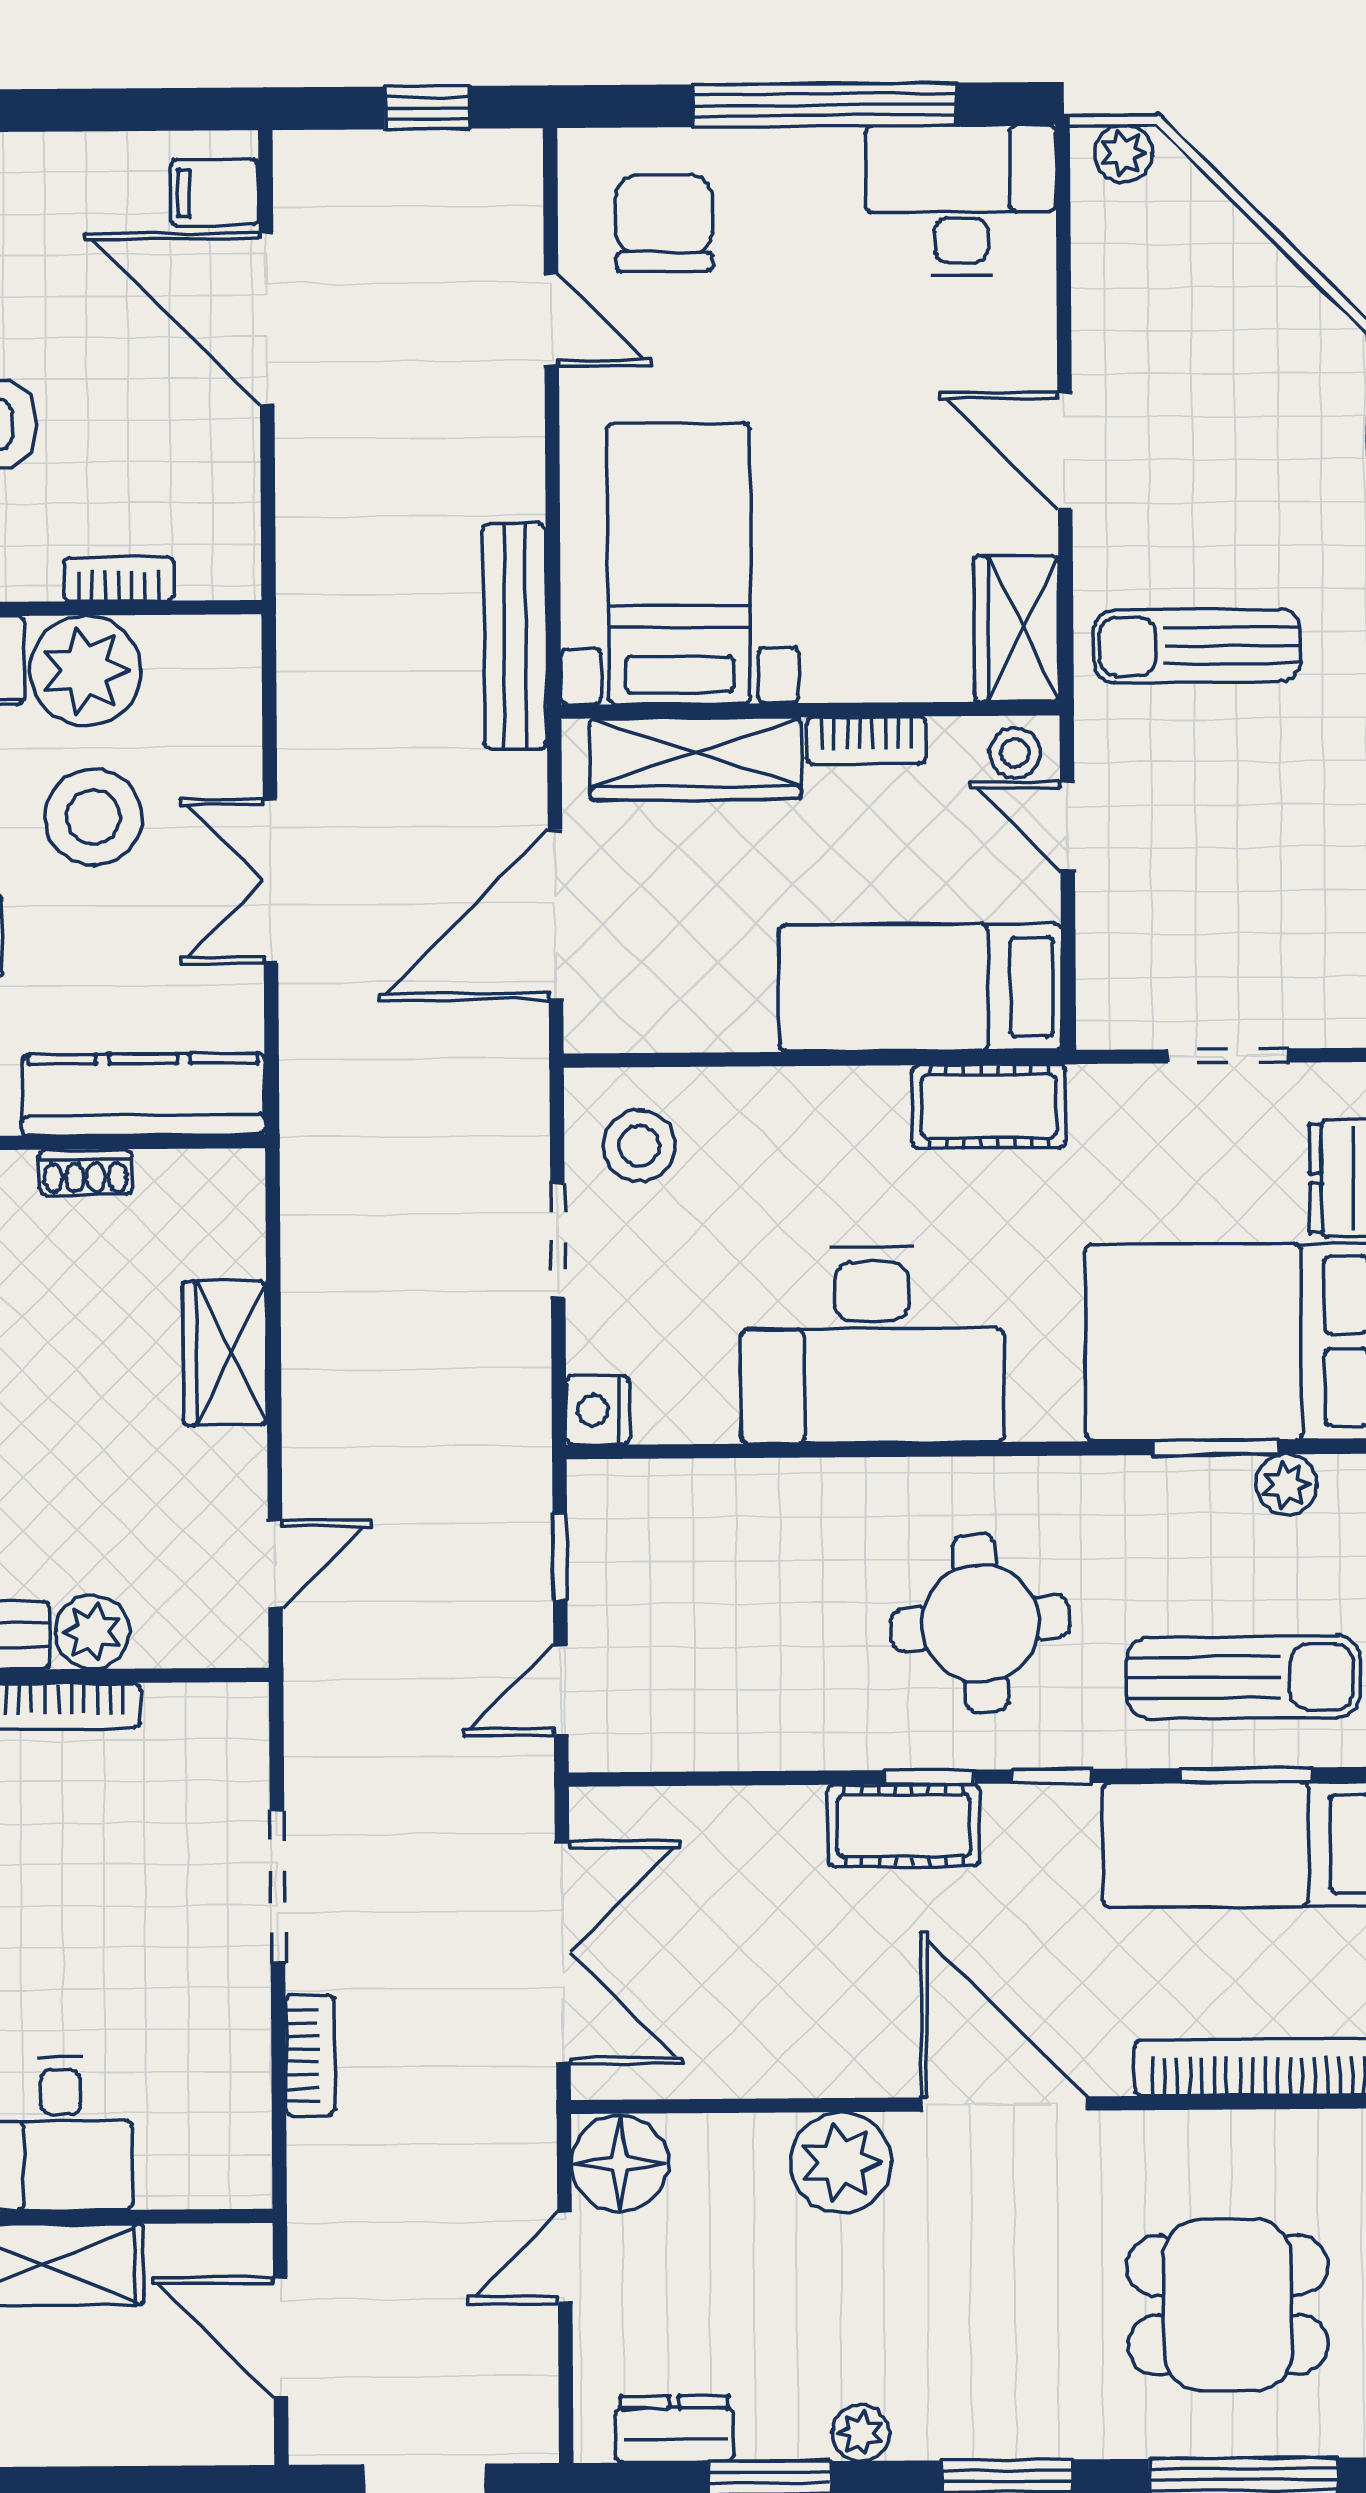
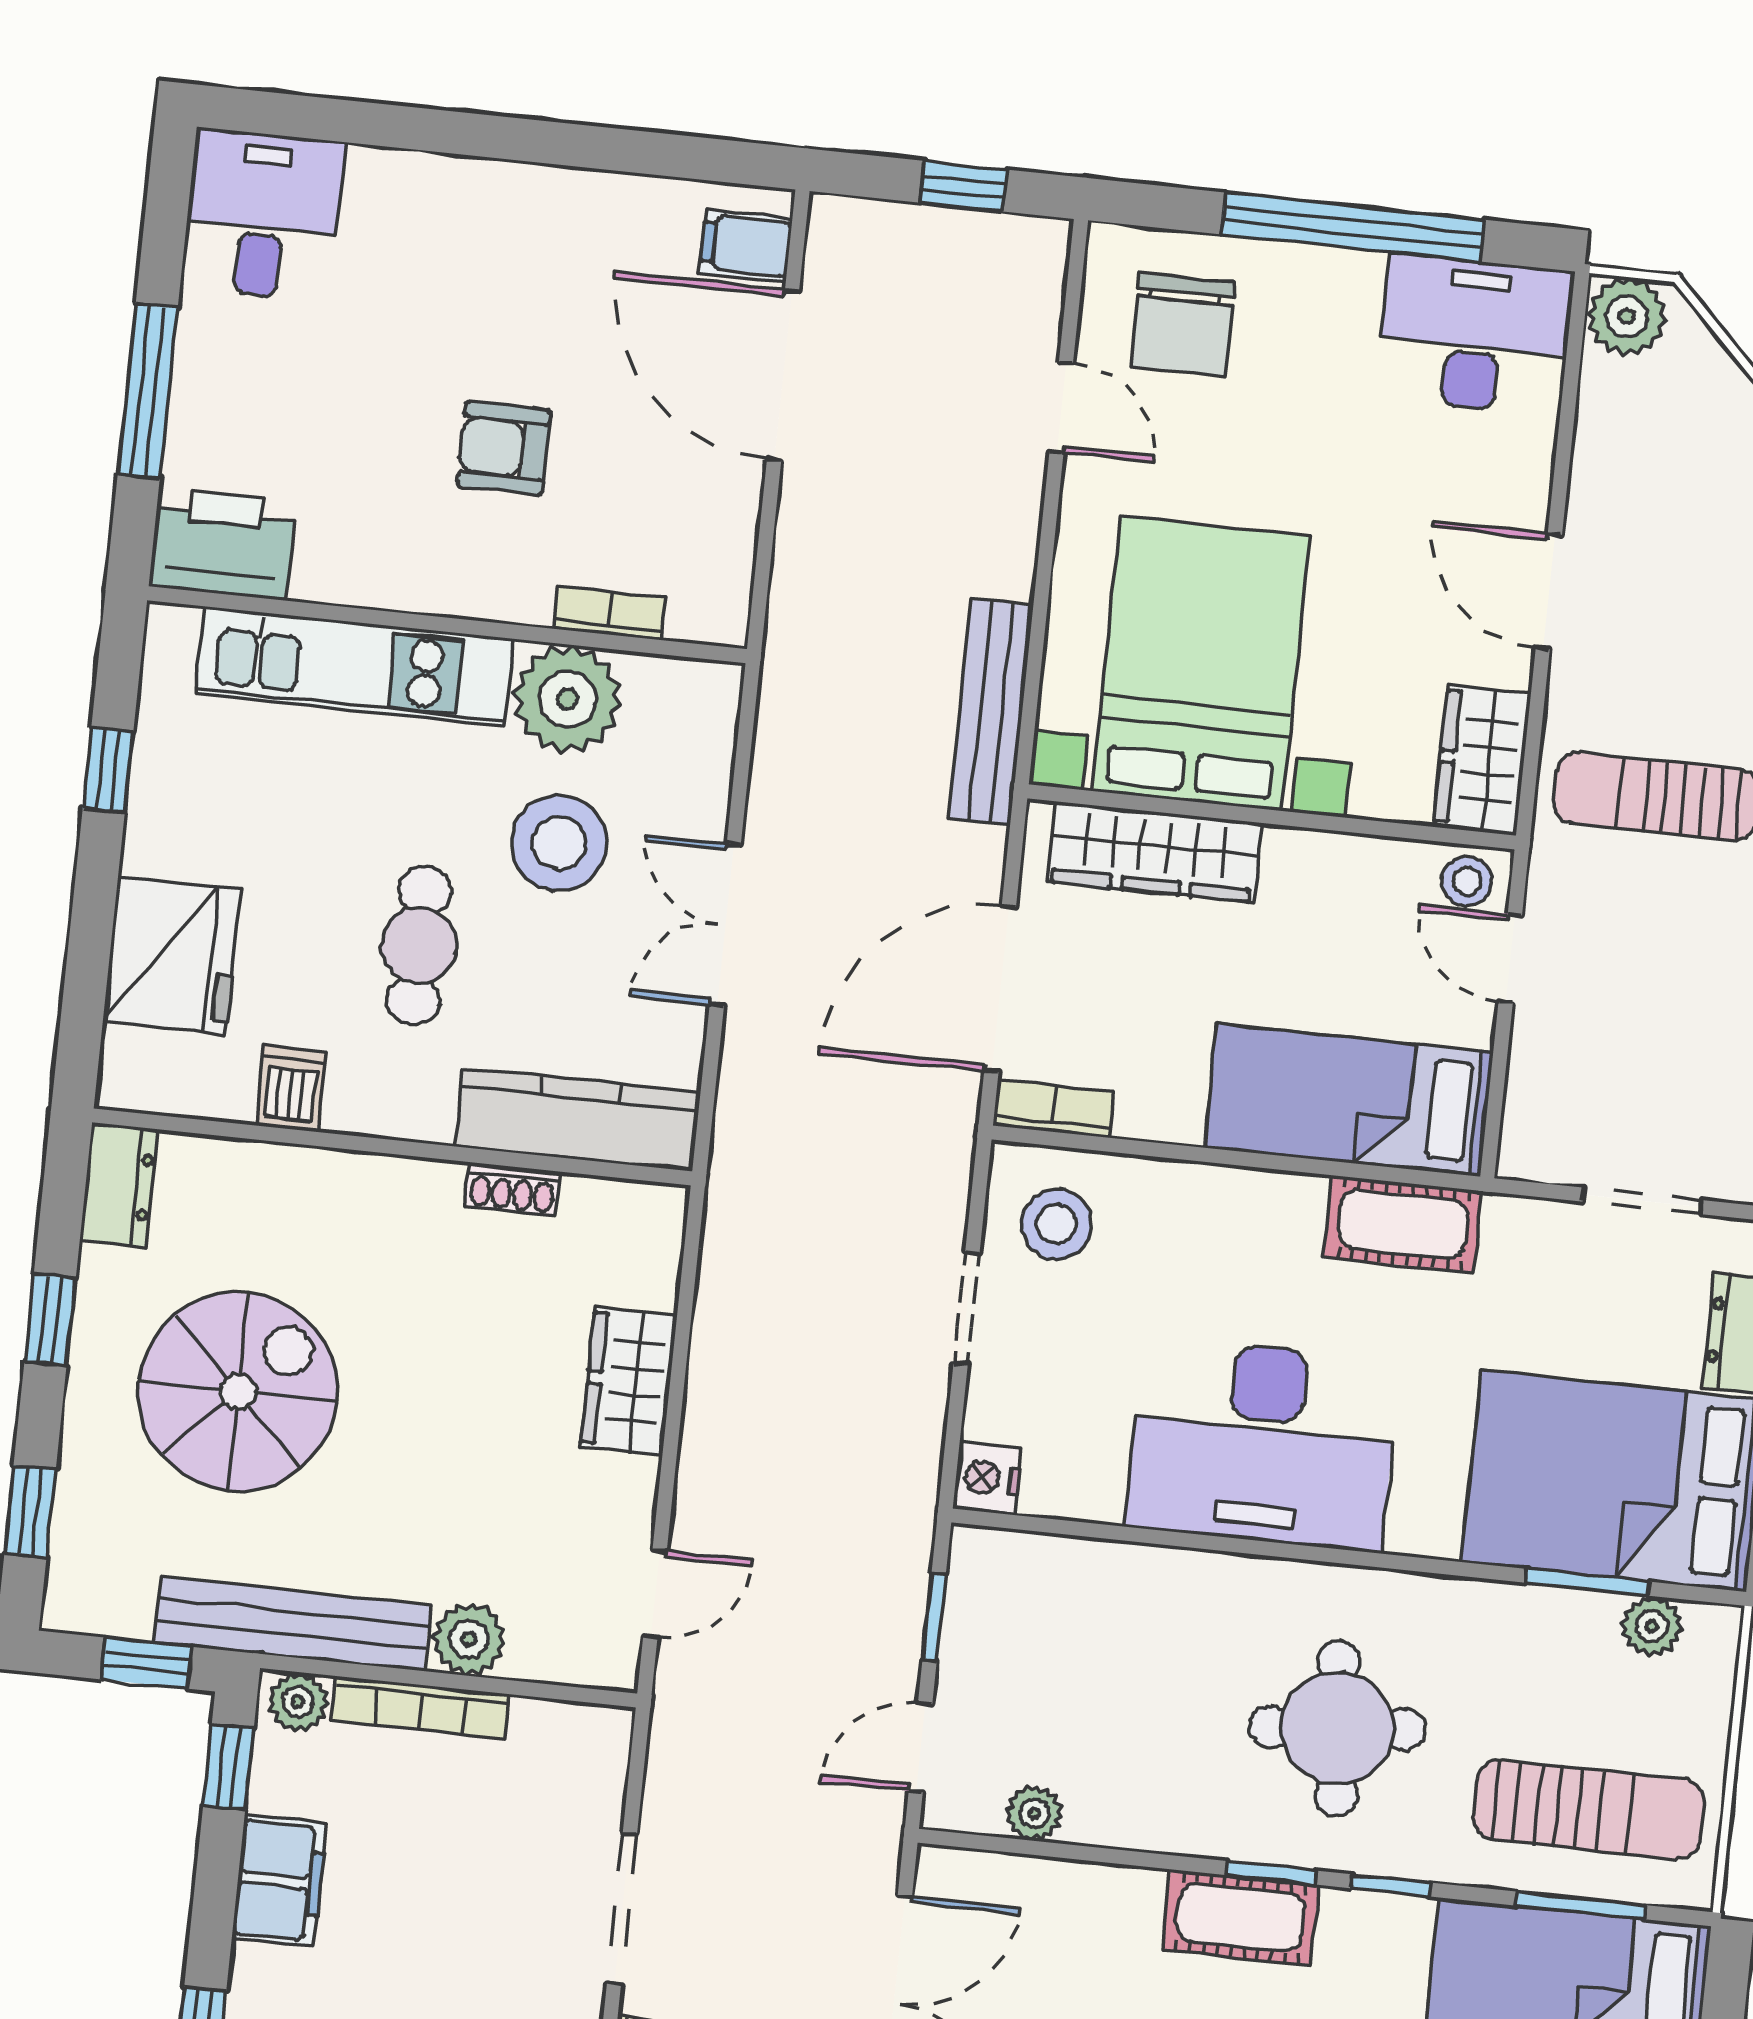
plant: (1124, 153) -> (1627, 317), width x1.38, depth x1.38
chair: (664, 223) -> (1182, 325), turned 180
bed with nightstands: (679, 563) -> (1201, 663), width x1.36
bookcase: (866, 741) -> (1053, 1108), moved, turned 180
plant: (684, 1744) -> (1034, 1813), added

